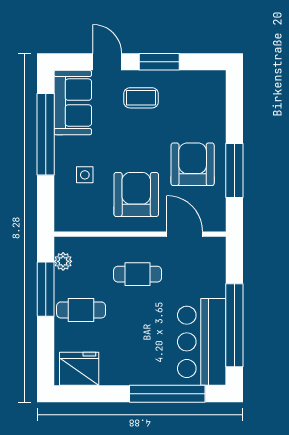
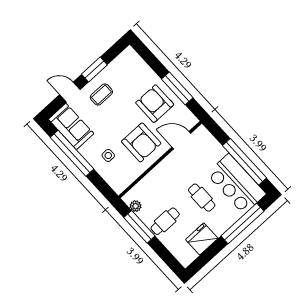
armchair: (136, 194) -> (141, 142), turned 180
cafe table: (138, 274) -> (202, 198), moved, turned 90
fridge: (79, 369) -> (202, 239), moved

